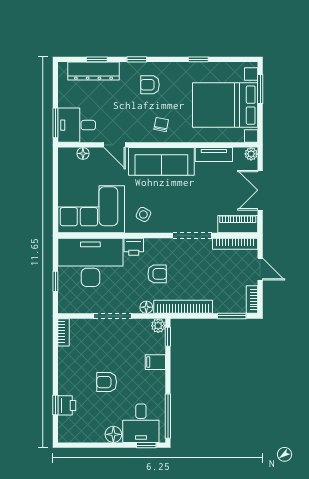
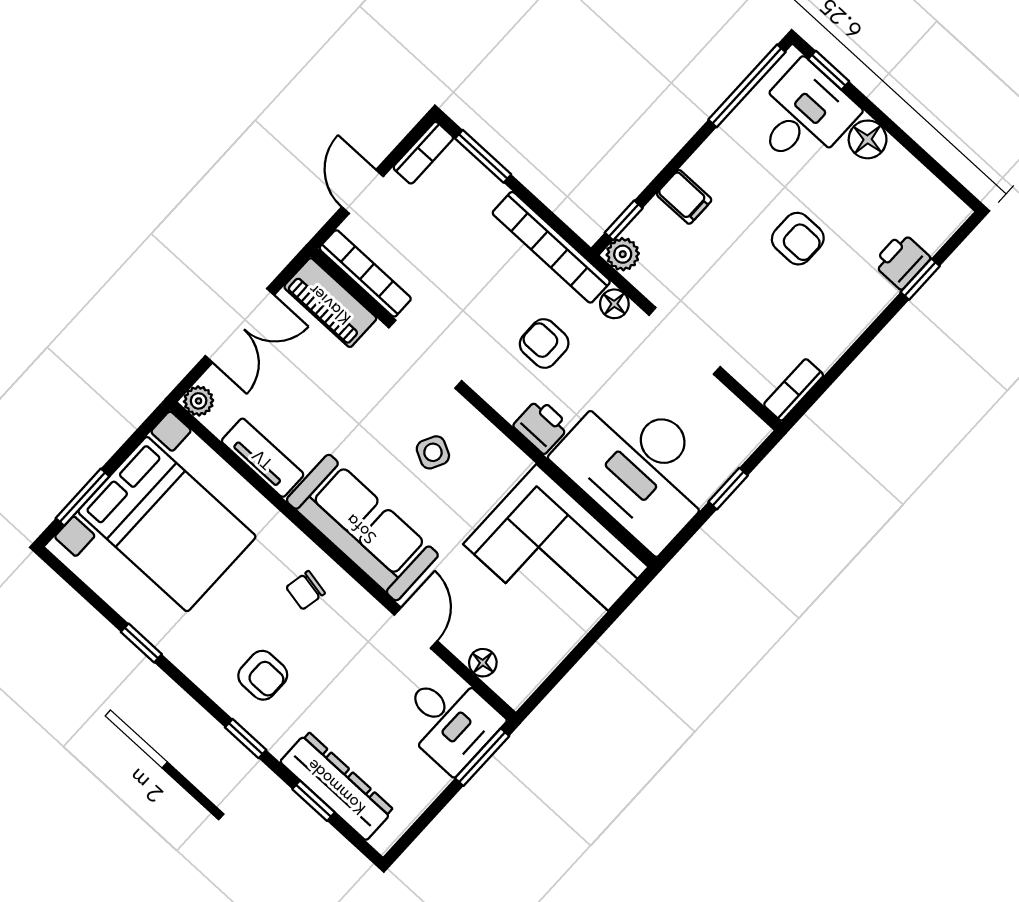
side table: (143, 214) -> (433, 452), moved

